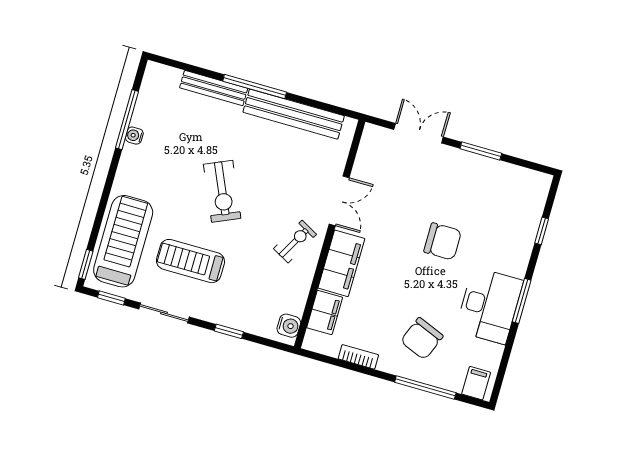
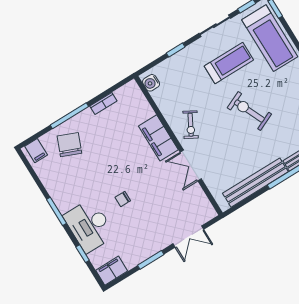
chair: (443, 241) -> (123, 199), width x0.54, depth x0.54
desk: (489, 306) -> (89, 226), moved
filing cabinet: (325, 312) -> (112, 271), moved, turned 90
chair: (422, 339) -> (69, 145), moved
window: (425, 387) -> (69, 116), moved

